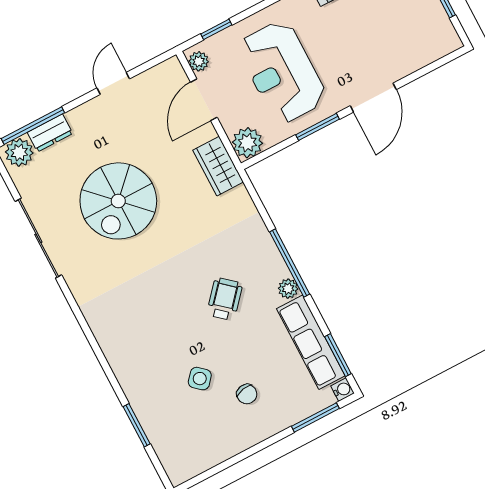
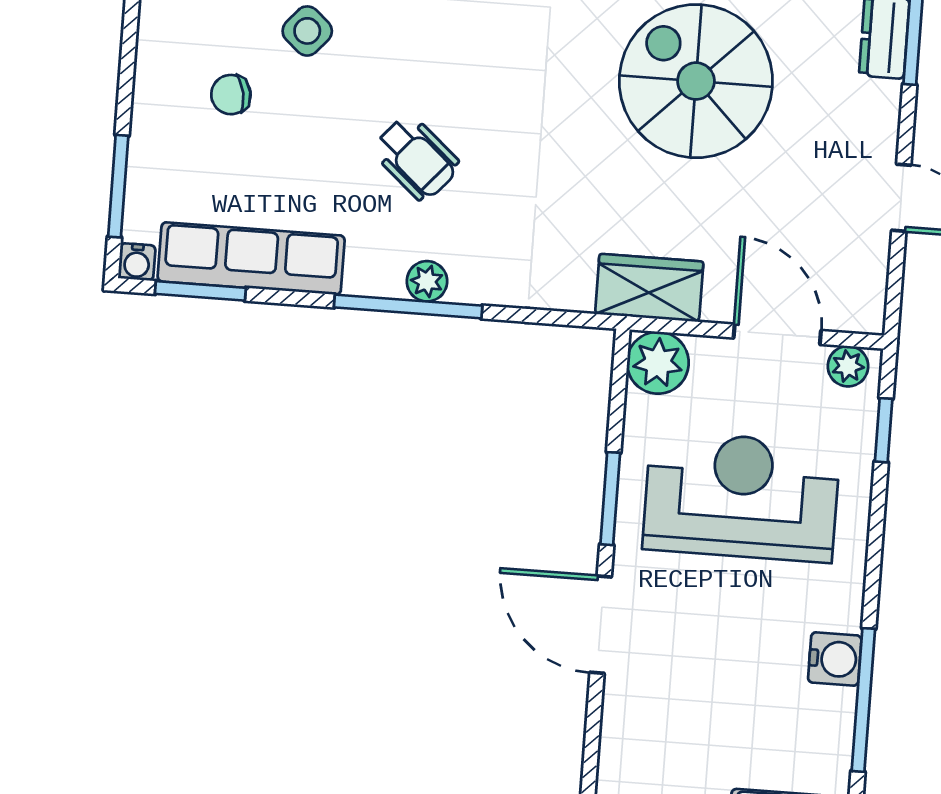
plant: (288, 289) -> (427, 281), moved

